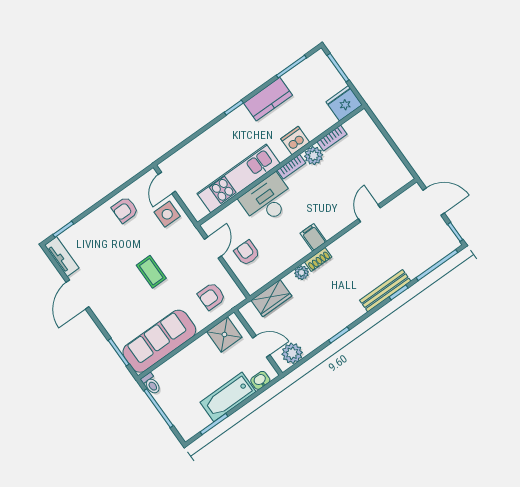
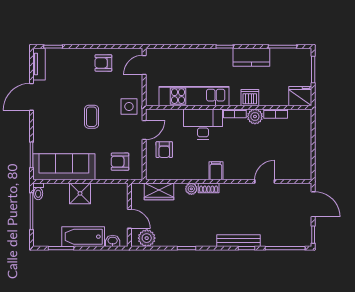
side table: (167, 214) -> (129, 107), moved
armchair: (247, 253) -> (164, 150), turned 180
shower: (224, 335) -> (80, 193), moved

